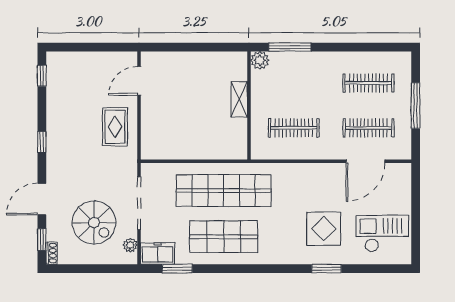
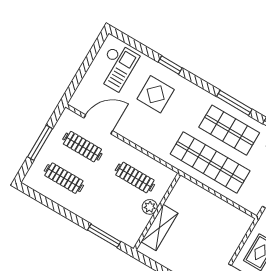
plant: (260, 60) -> (150, 207), moved
shelving: (239, 99) -> (160, 227), width x1.50, depth x1.33
checkout: (382, 234) -> (117, 67), turned -90
window: (235, 269) -> (234, 103), added

